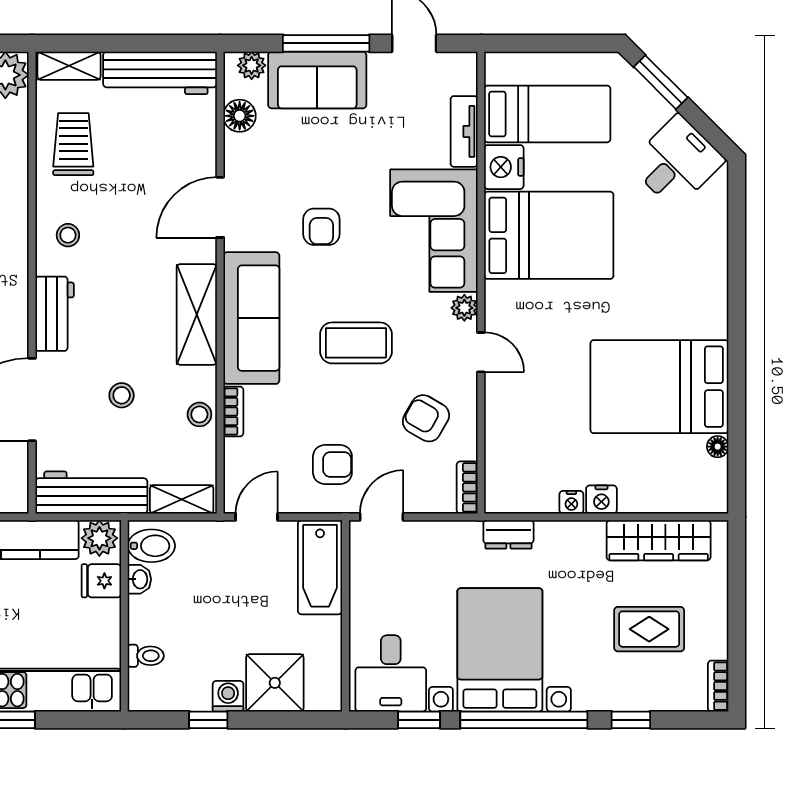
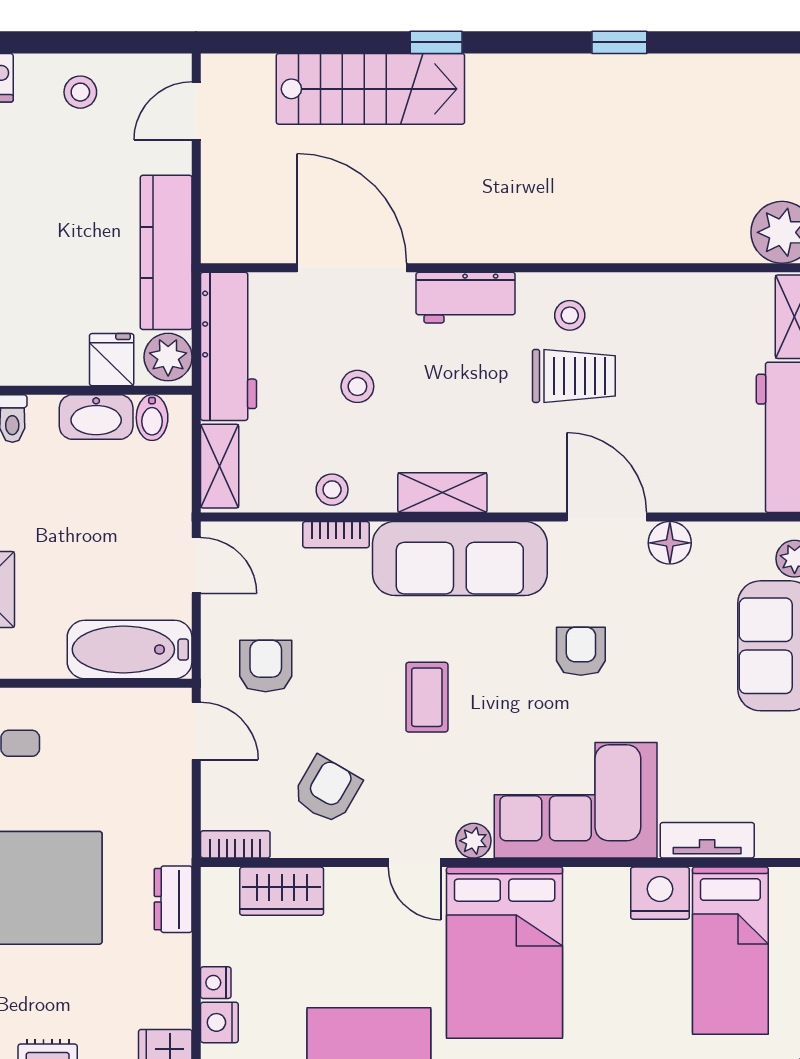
floor lamp: (240, 116) -> (670, 543), moved
trolley: (73, 144) -> (574, 376), moved
armchair: (321, 227) -> (581, 651), turned 90
bed: (549, 235) -> (505, 953), moved
shelving: (197, 314) -> (442, 493), width x0.67, depth x0.75
coffee table: (356, 343) -> (427, 697), width x0.73, depth x0.77
door: (481, 352) -> (415, 863), hinge flipped
wardrobe: (502, 452) -> (282, 891), added
armchair: (332, 465) -> (266, 666), turned 180
bidet: (151, 546) -> (152, 418), width x0.72, depth x0.74
washbasin: (139, 579) -> (96, 417), width x1.91, depth x1.45

